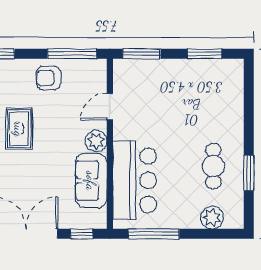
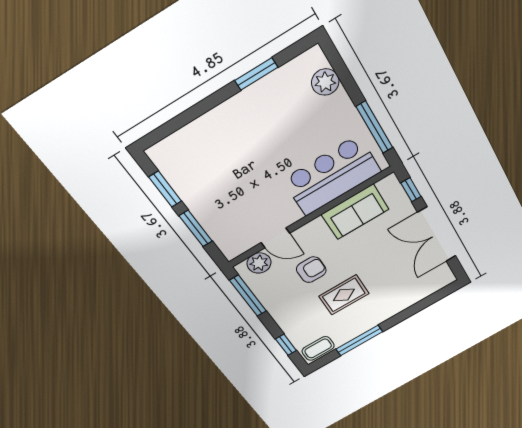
window: (142, 54) -> (196, 228), moved
armchair: (48, 78) -> (311, 270), moved, turned -90
plant: (96, 141) -> (259, 263), moved
cafe table: (213, 166) -> (272, 113), removed

